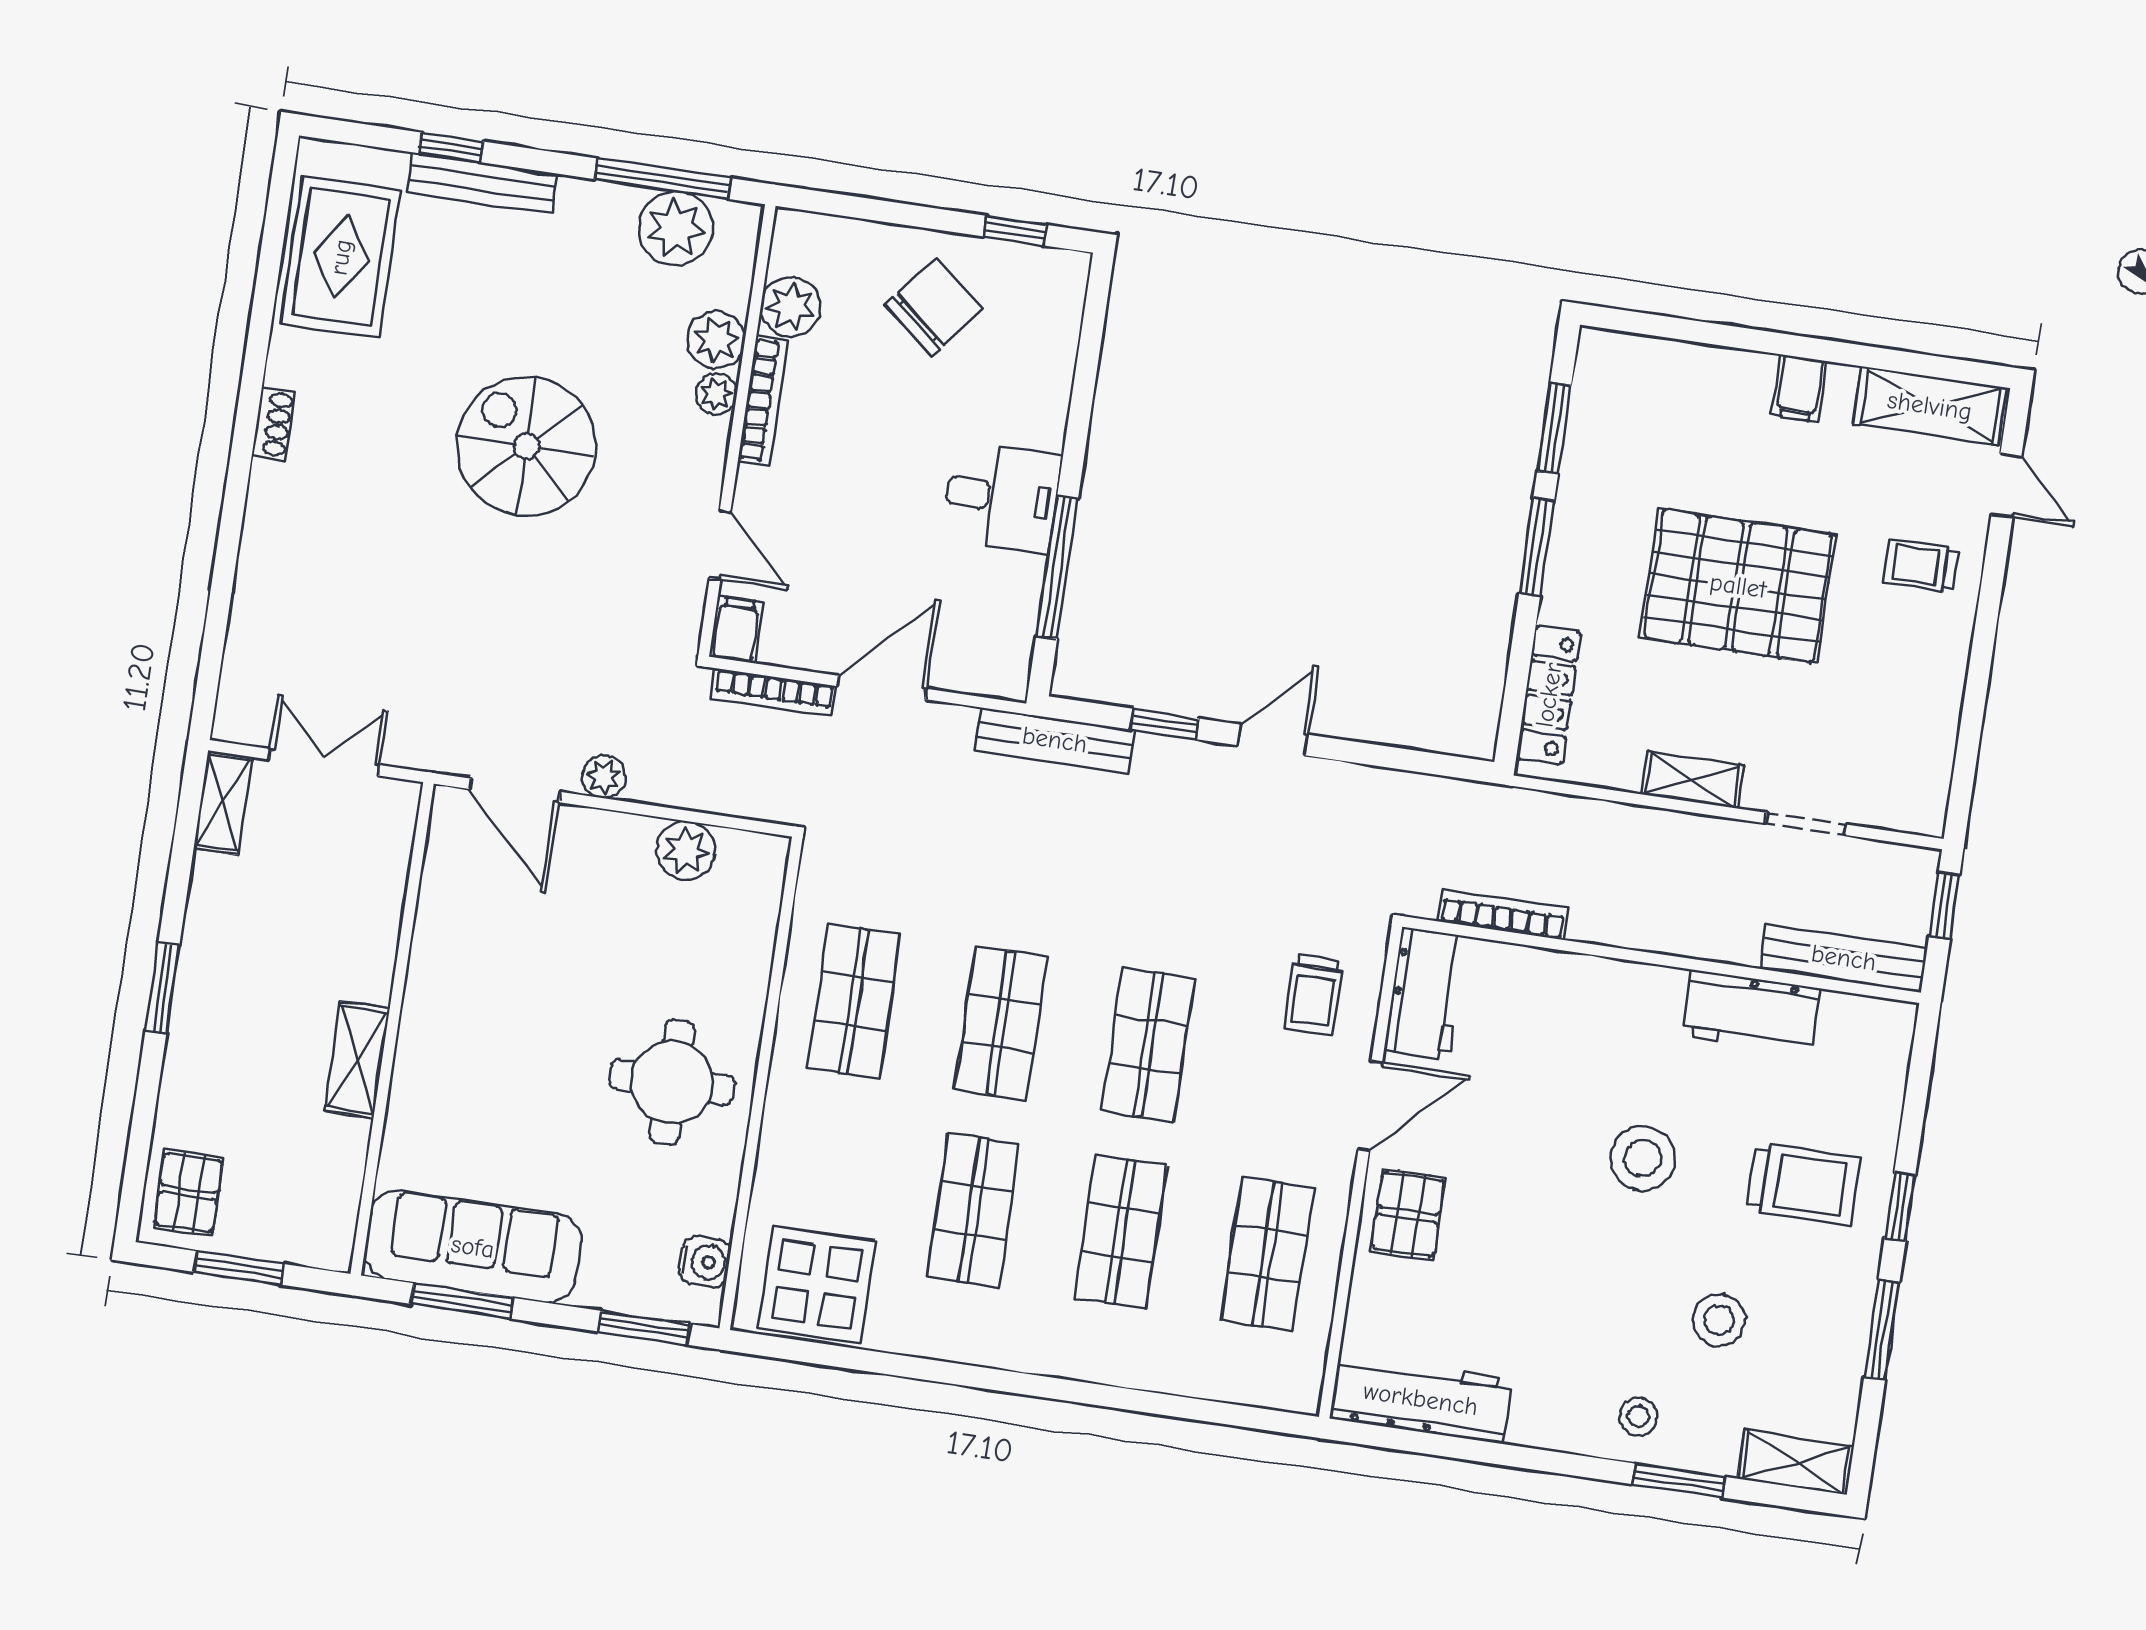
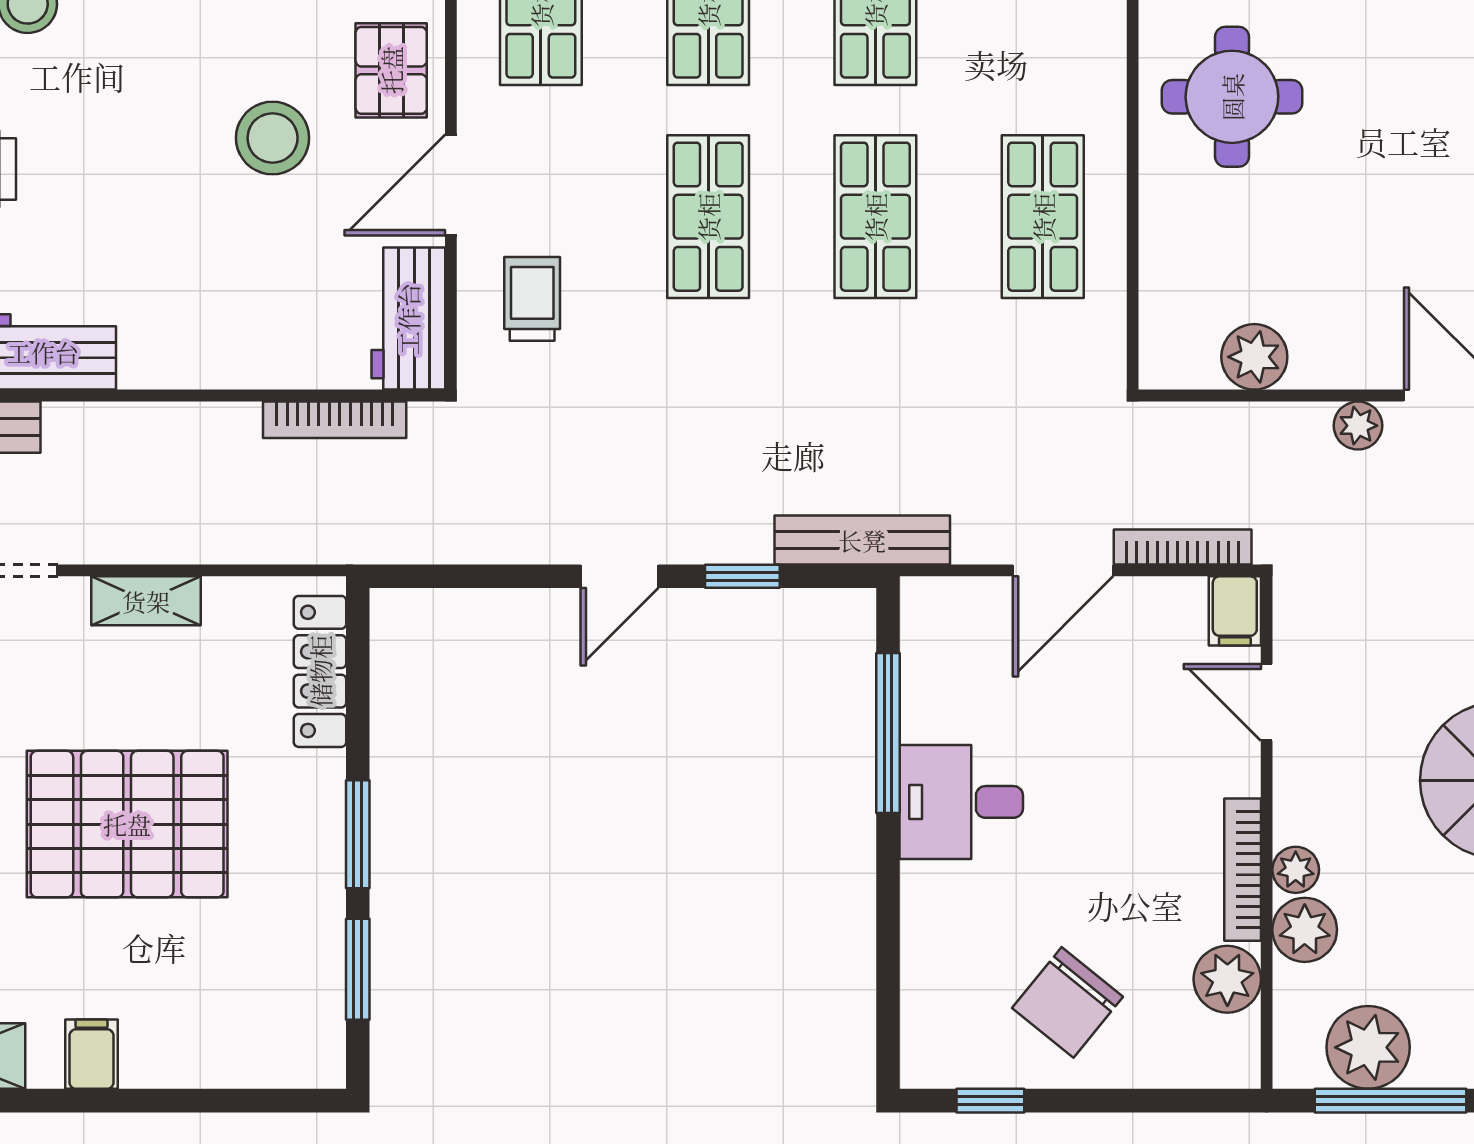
stool: (1643, 1158) -> (273, 138), moved

